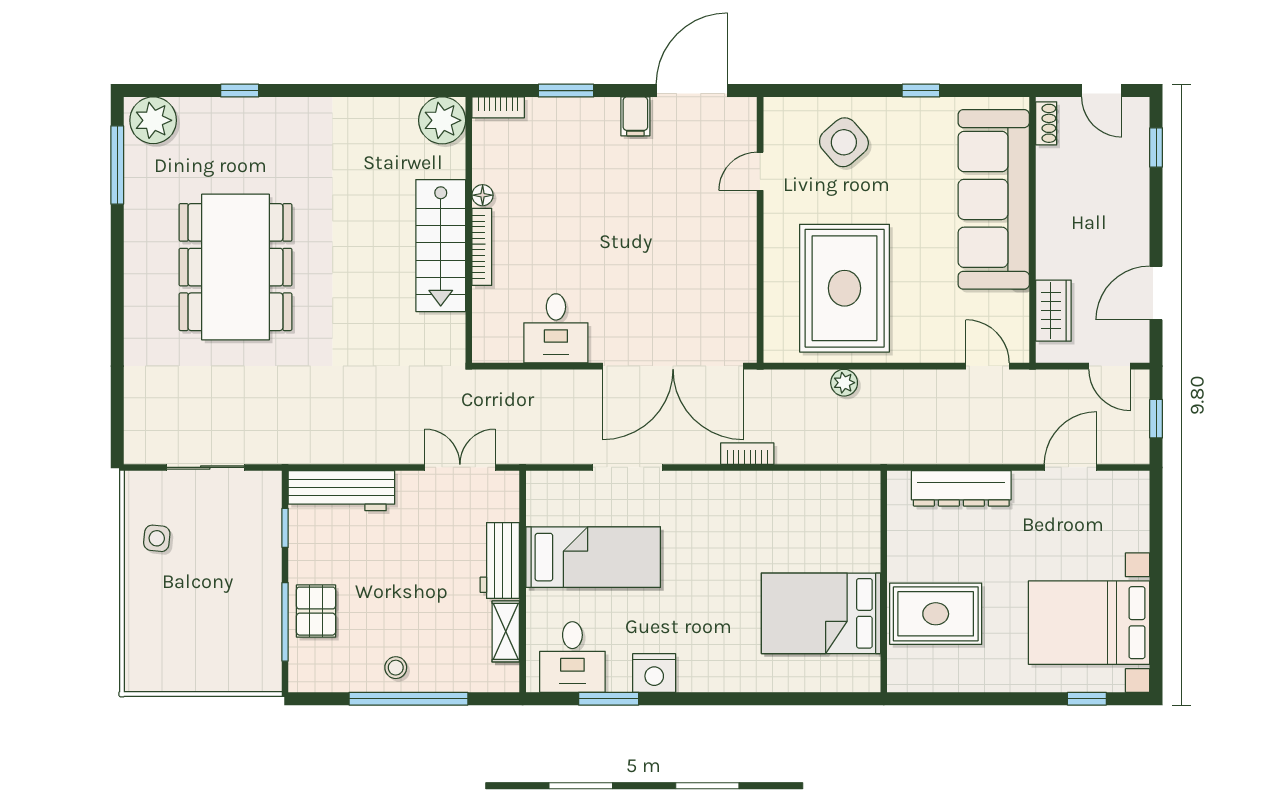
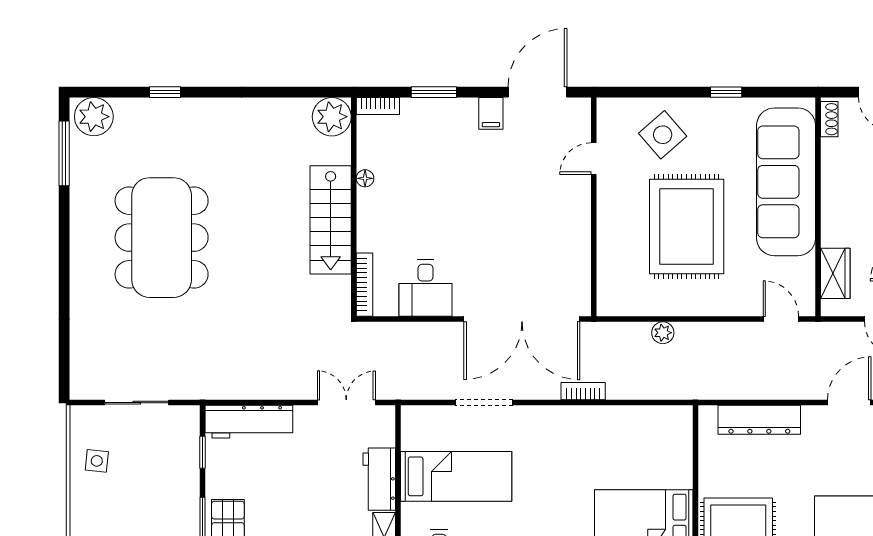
bookcase: (482, 247) -> (364, 285), moved
rug: (845, 288) -> (687, 227), moved

